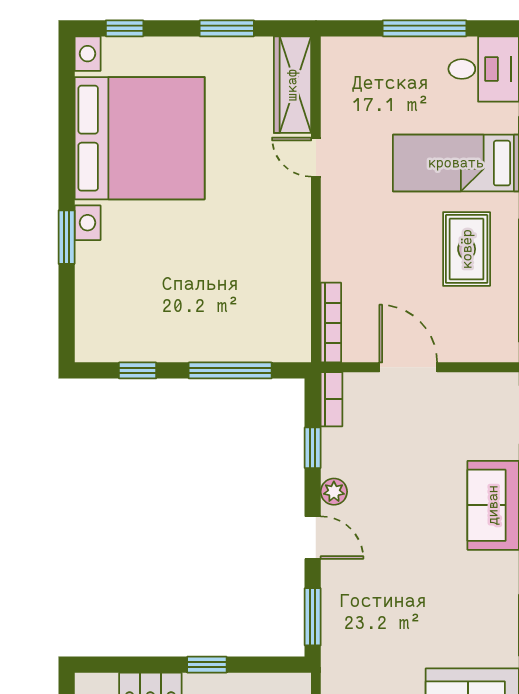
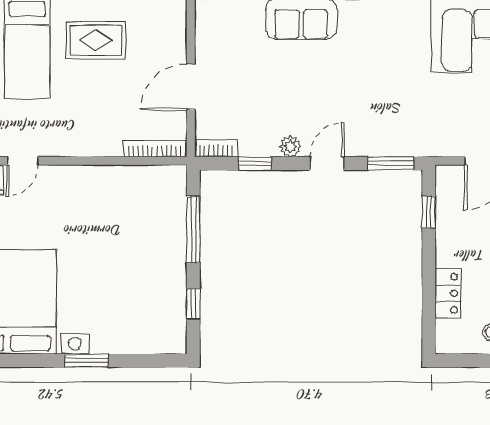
window: (207, 665) -> (429, 212), moved

